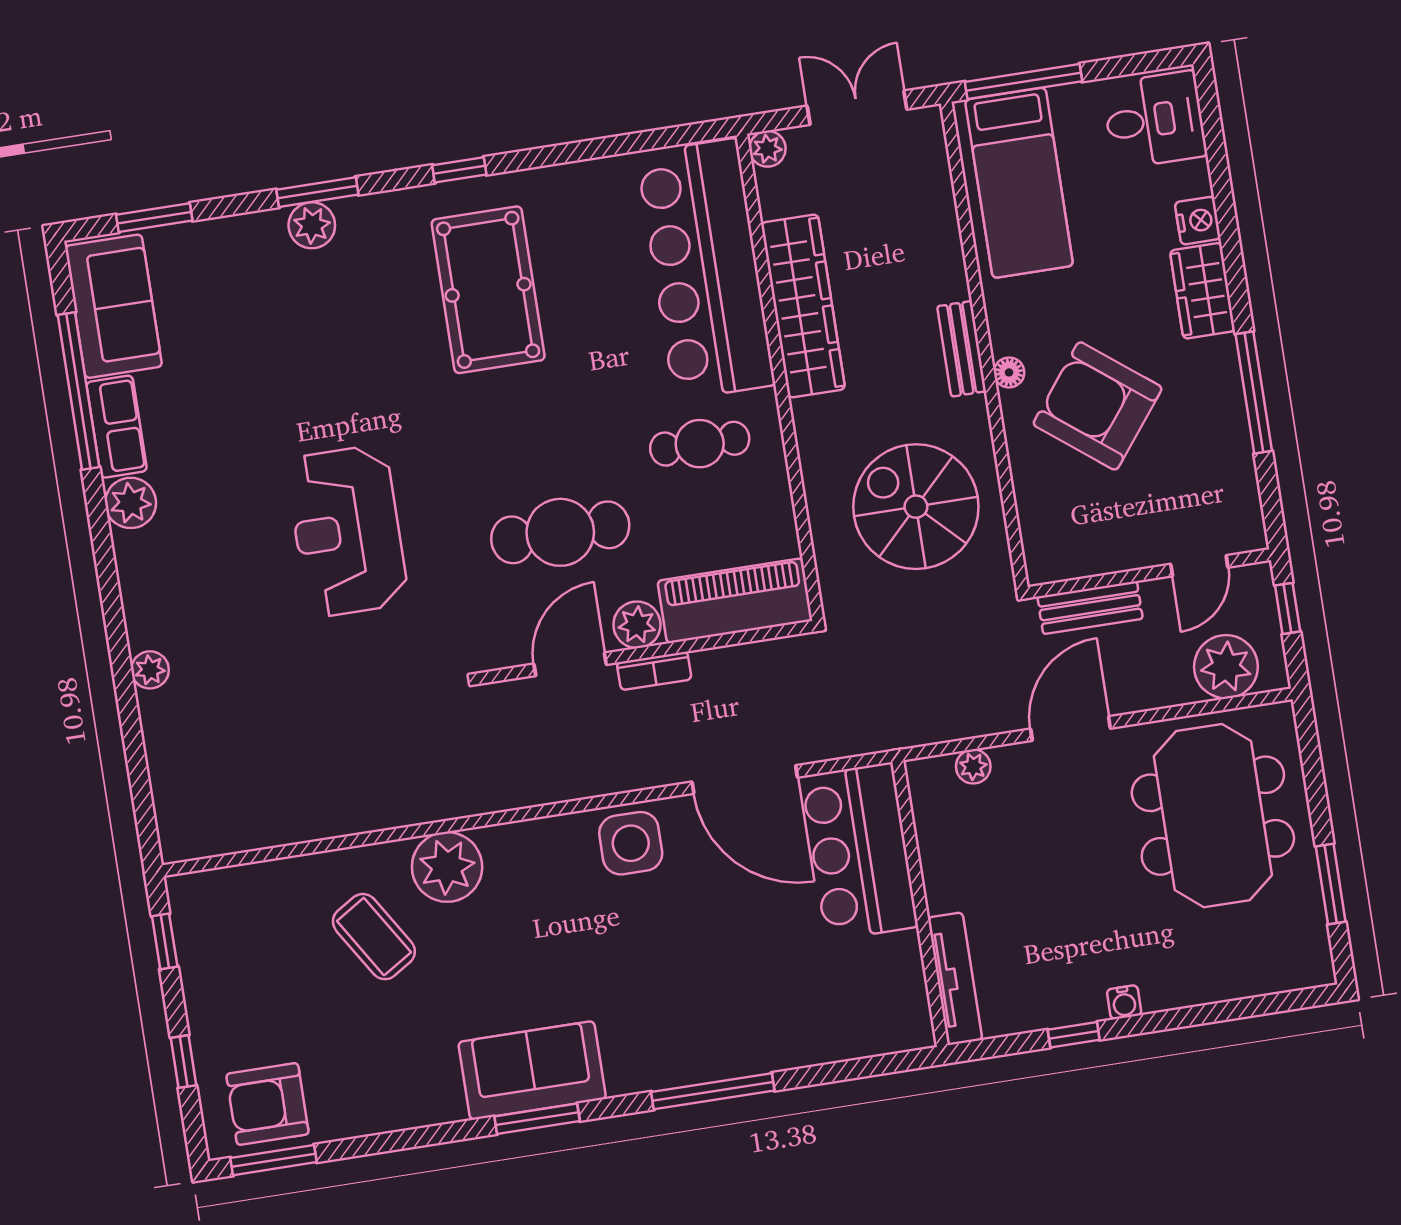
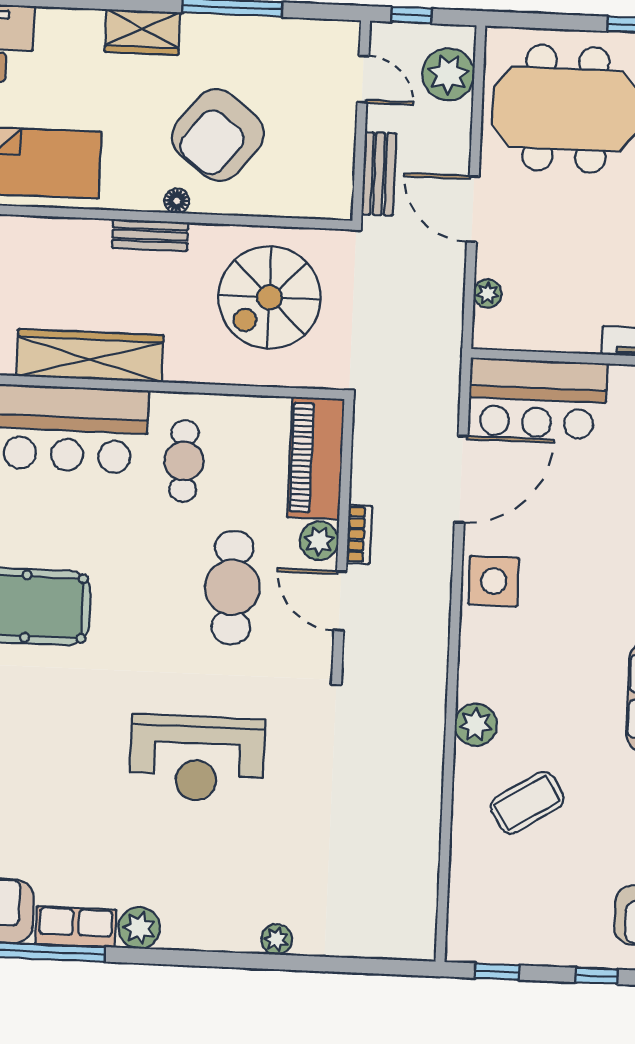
nightstand: (1198, 221) -> (85, 25), removed
plant: (447, 867) -> (476, 725), width x0.73, depth x0.73

